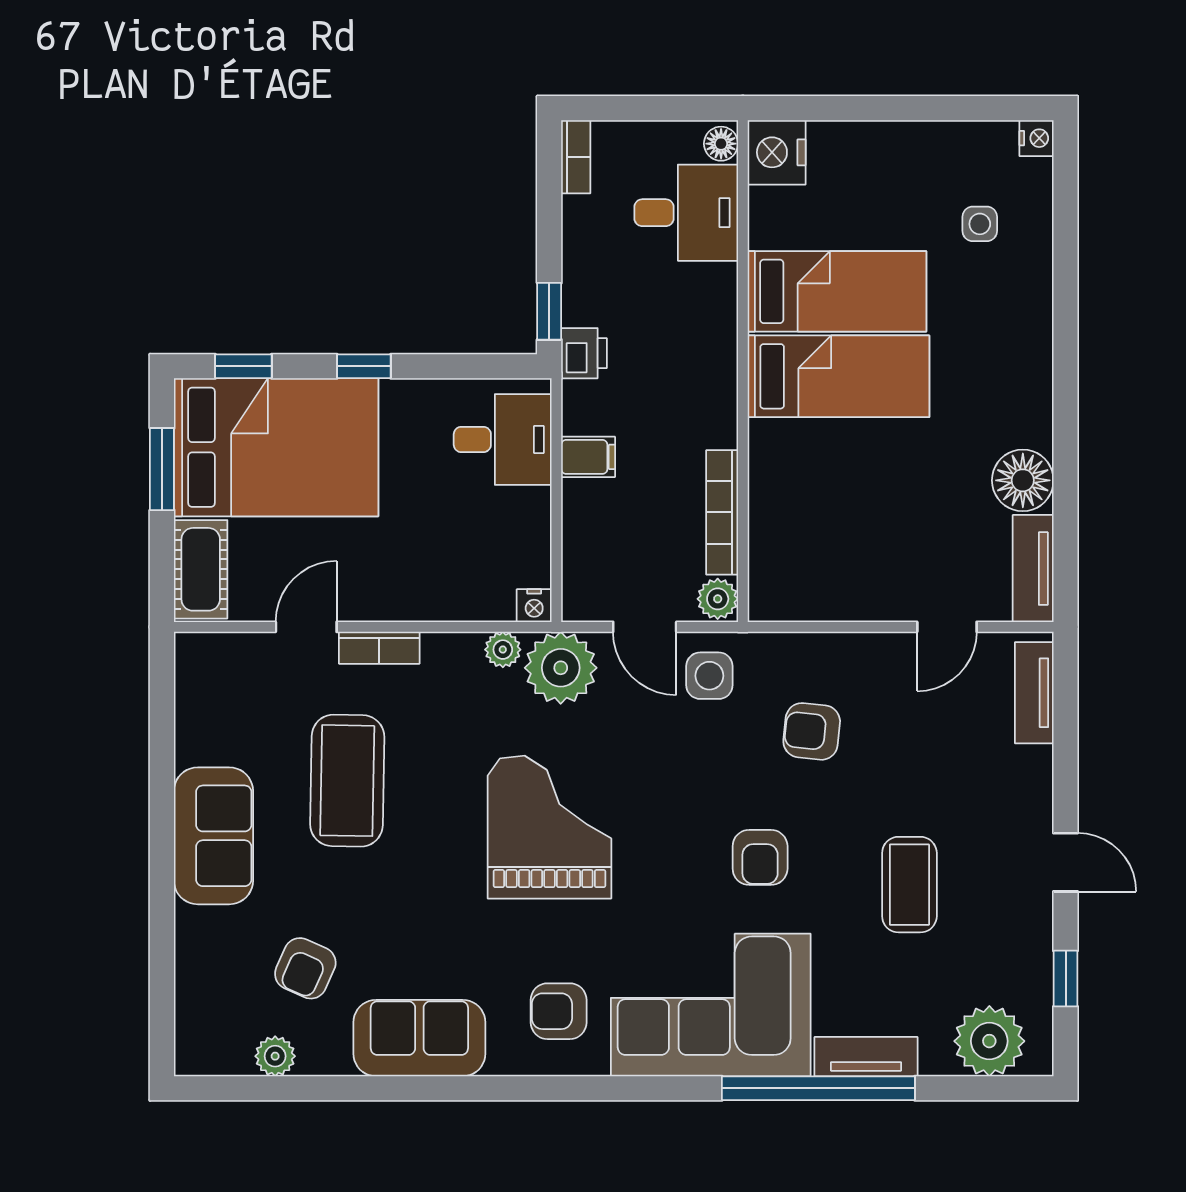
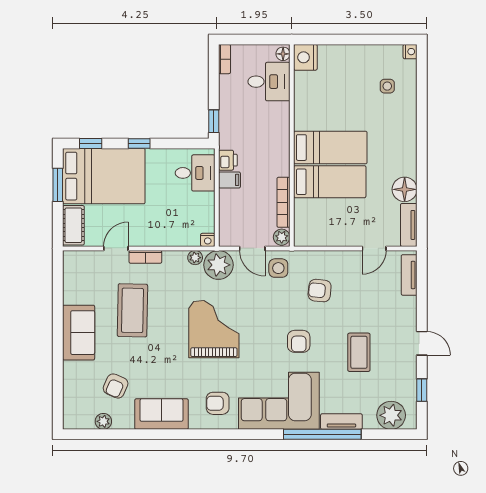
bed: (837, 291) -> (330, 182), moved
printer: (584, 353) -> (228, 160), moved

